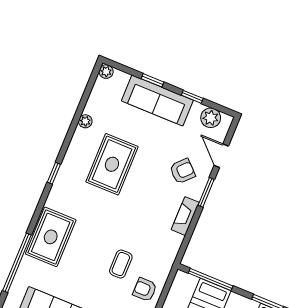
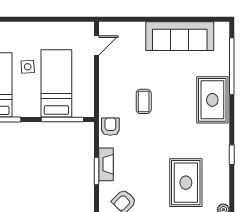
window: (206, 192) -> (97, 171), moved
armchair: (145, 290) -> (110, 127), moved, turned -90

